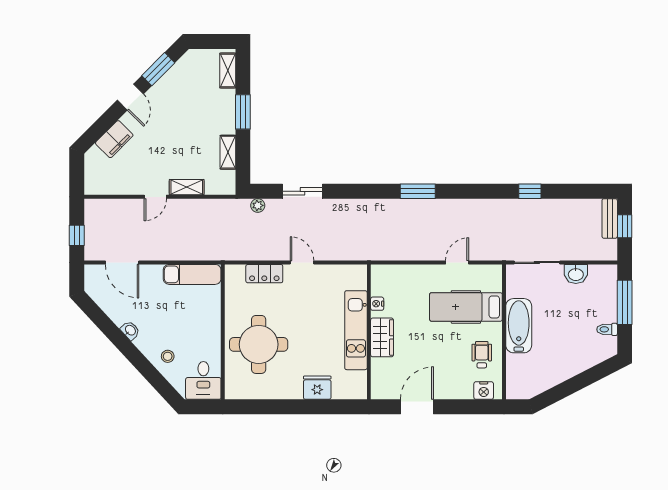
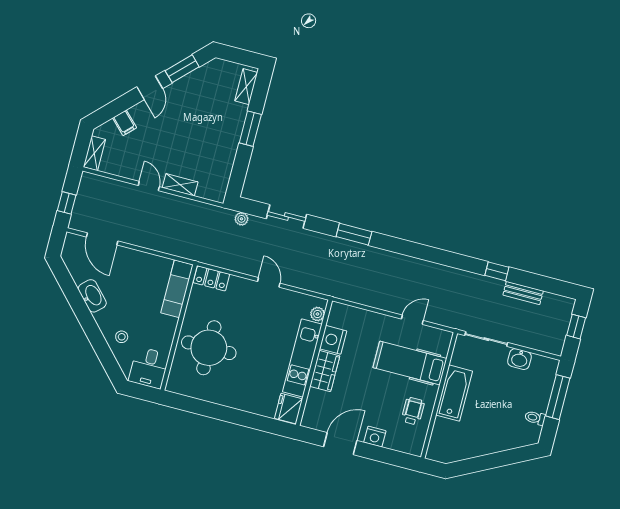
filing cabinet: (114, 139) -> (125, 123), width x0.50
shelving: (228, 152) -> (94, 153), moved
window: (418, 191) -> (354, 234), moved
door: (155, 197) -> (149, 186), swing flipped
bench: (610, 218) -> (523, 293), moved, turned 90
exam couch: (192, 274) -> (177, 289), moved, turned 90
locker: (264, 274) -> (211, 278), moved
plant: (360, 282) -> (317, 314), added
nightstand: (377, 304) -> (333, 340), width x1.89, depth x1.79
washbasin: (130, 330) -> (92, 296), width x1.91, depth x1.45
fridge: (317, 388) -> (289, 409), moved, turned -90
nightstand: (484, 391) -> (375, 437), moved

